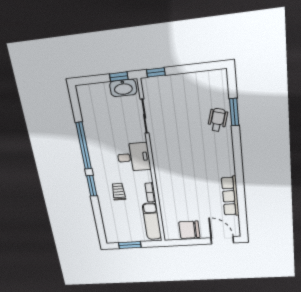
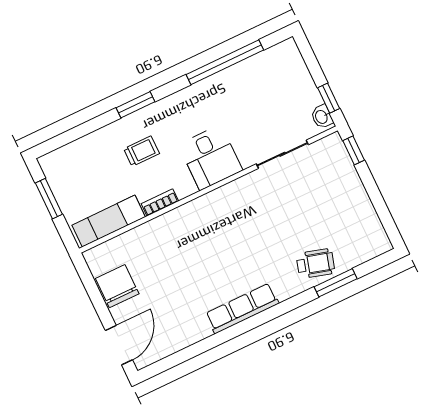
washbasin: (123, 88) -> (322, 117), width x0.52, depth x0.69
window: (84, 146) -> (225, 62), moved
row of seats: (230, 196) -> (242, 308), moved

